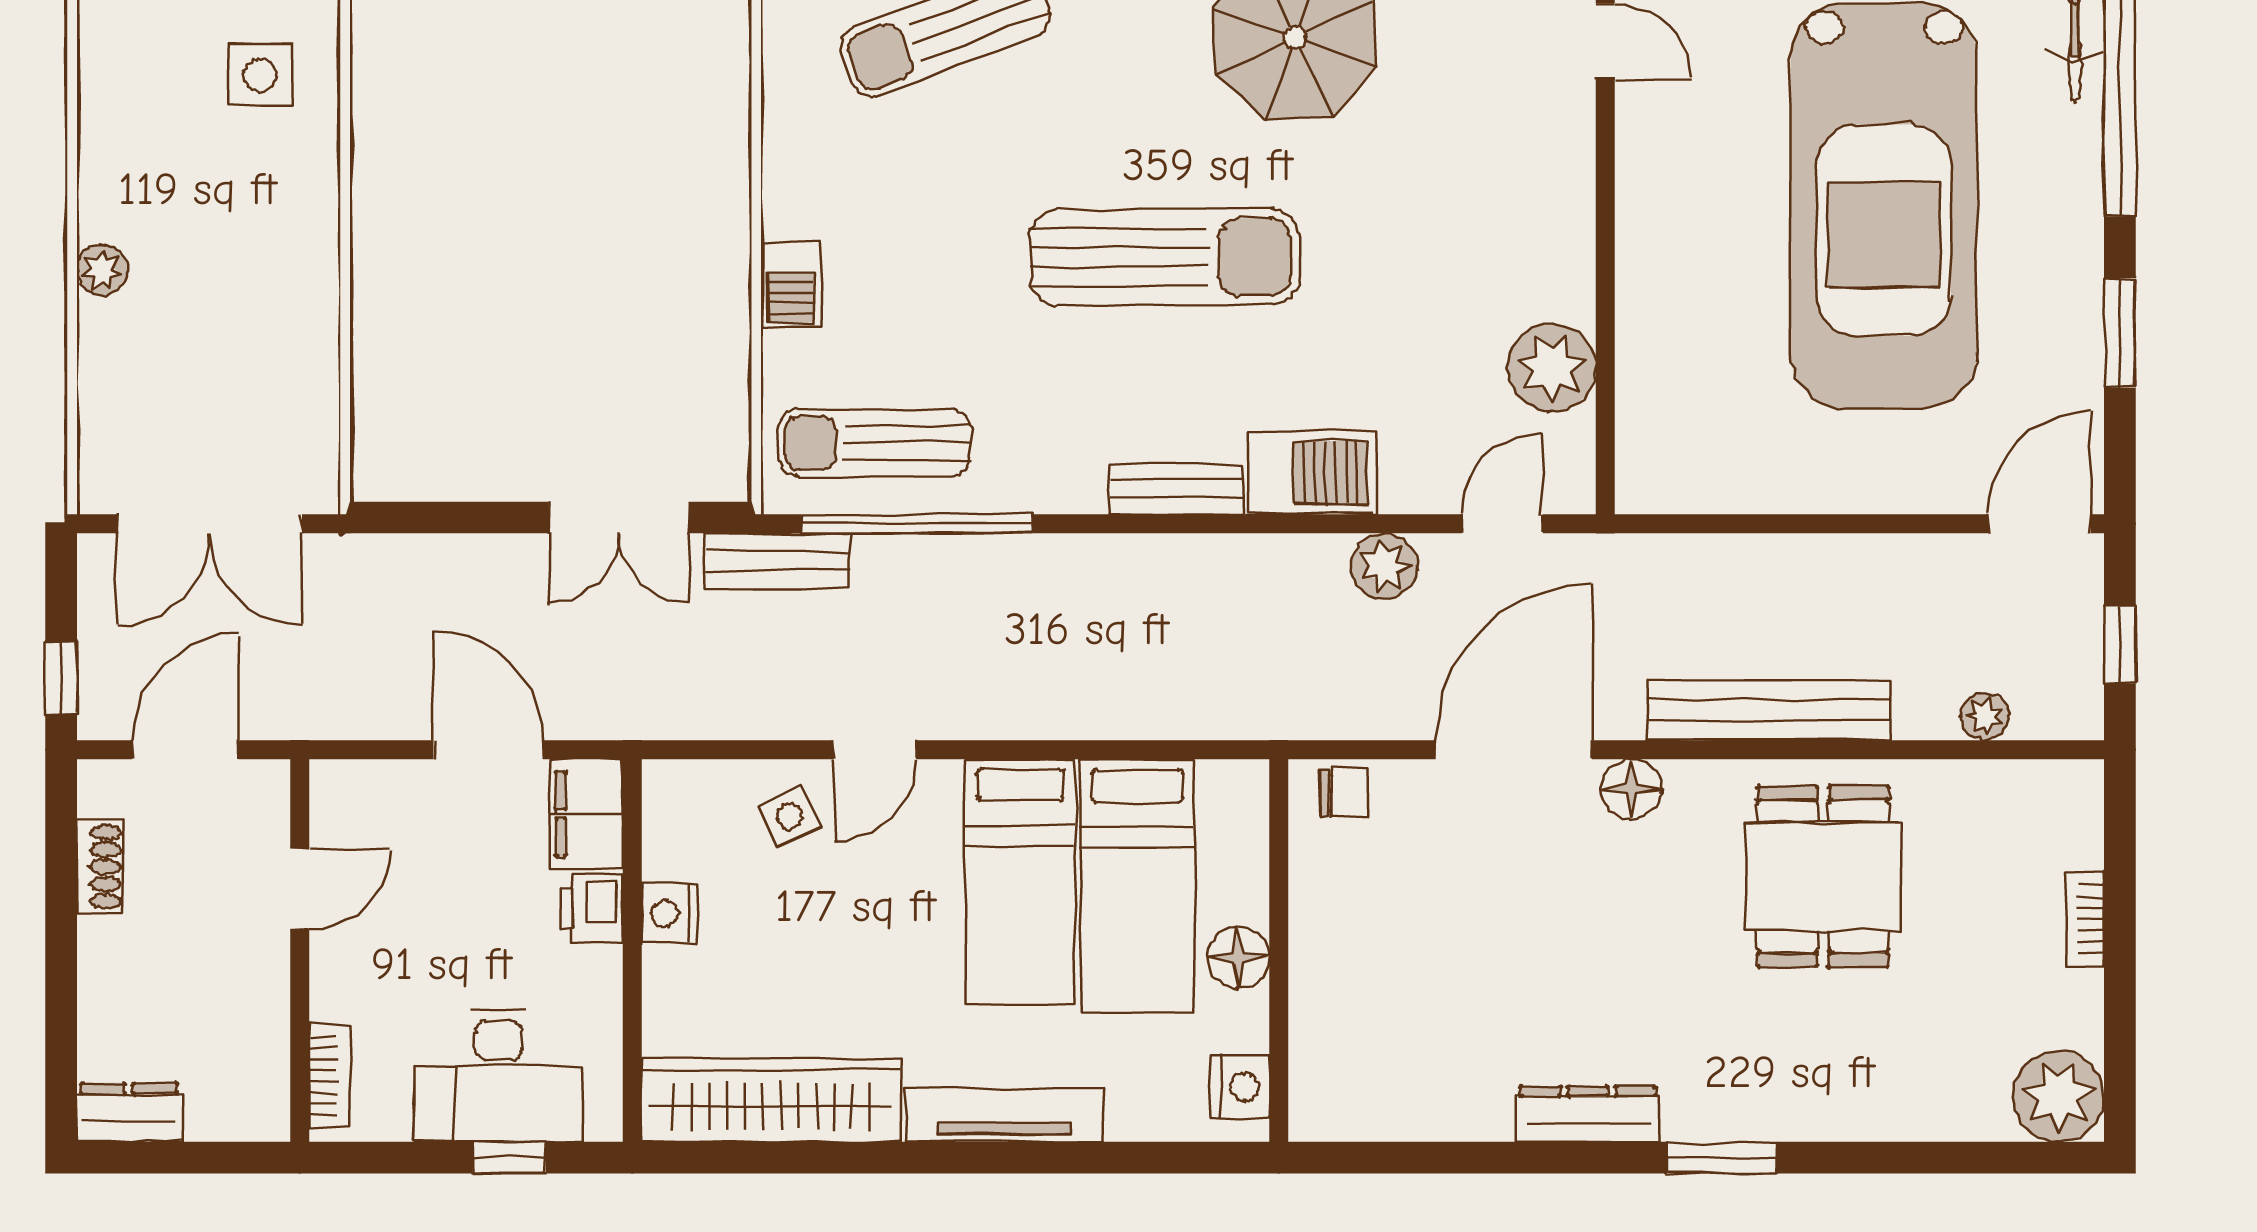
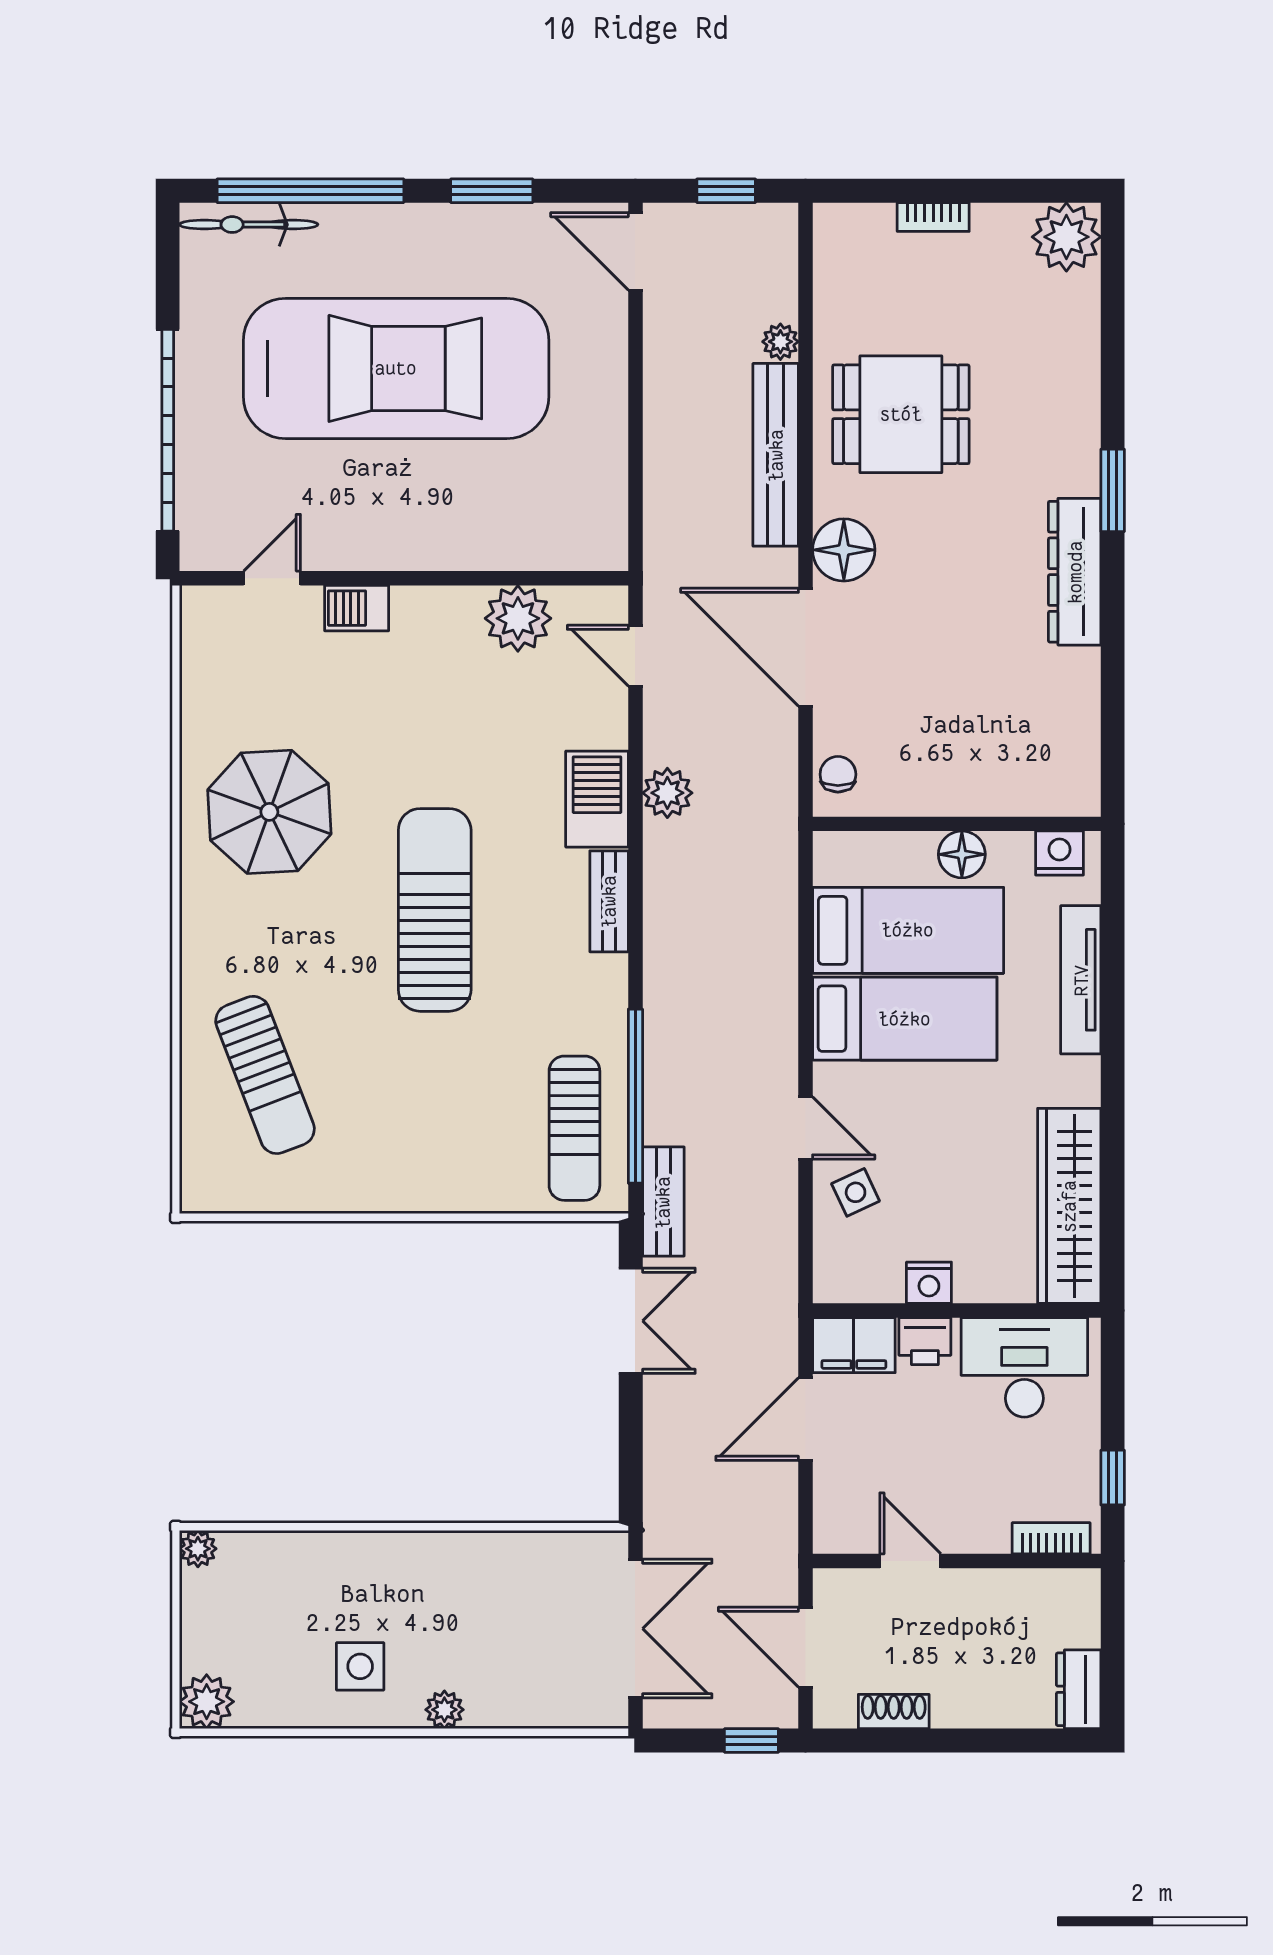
side table: (260, 75) -> (360, 1666), moved
barbecue: (791, 285) -> (357, 608), moved, turned 180
plant: (1384, 566) -> (667, 793), moved
plant: (1985, 716) -> (780, 342), moved
floor lamp: (1631, 789) -> (844, 550), width x1.38, depth x1.38
desk: (499, 1076) -> (1024, 1367), moved, turned -90
dresser: (1588, 1114) -> (1075, 572), width x1.37, depth x1.24
tv unit: (1004, 1115) -> (1081, 980), moved
window: (509, 1158) -> (1113, 1478), moved

